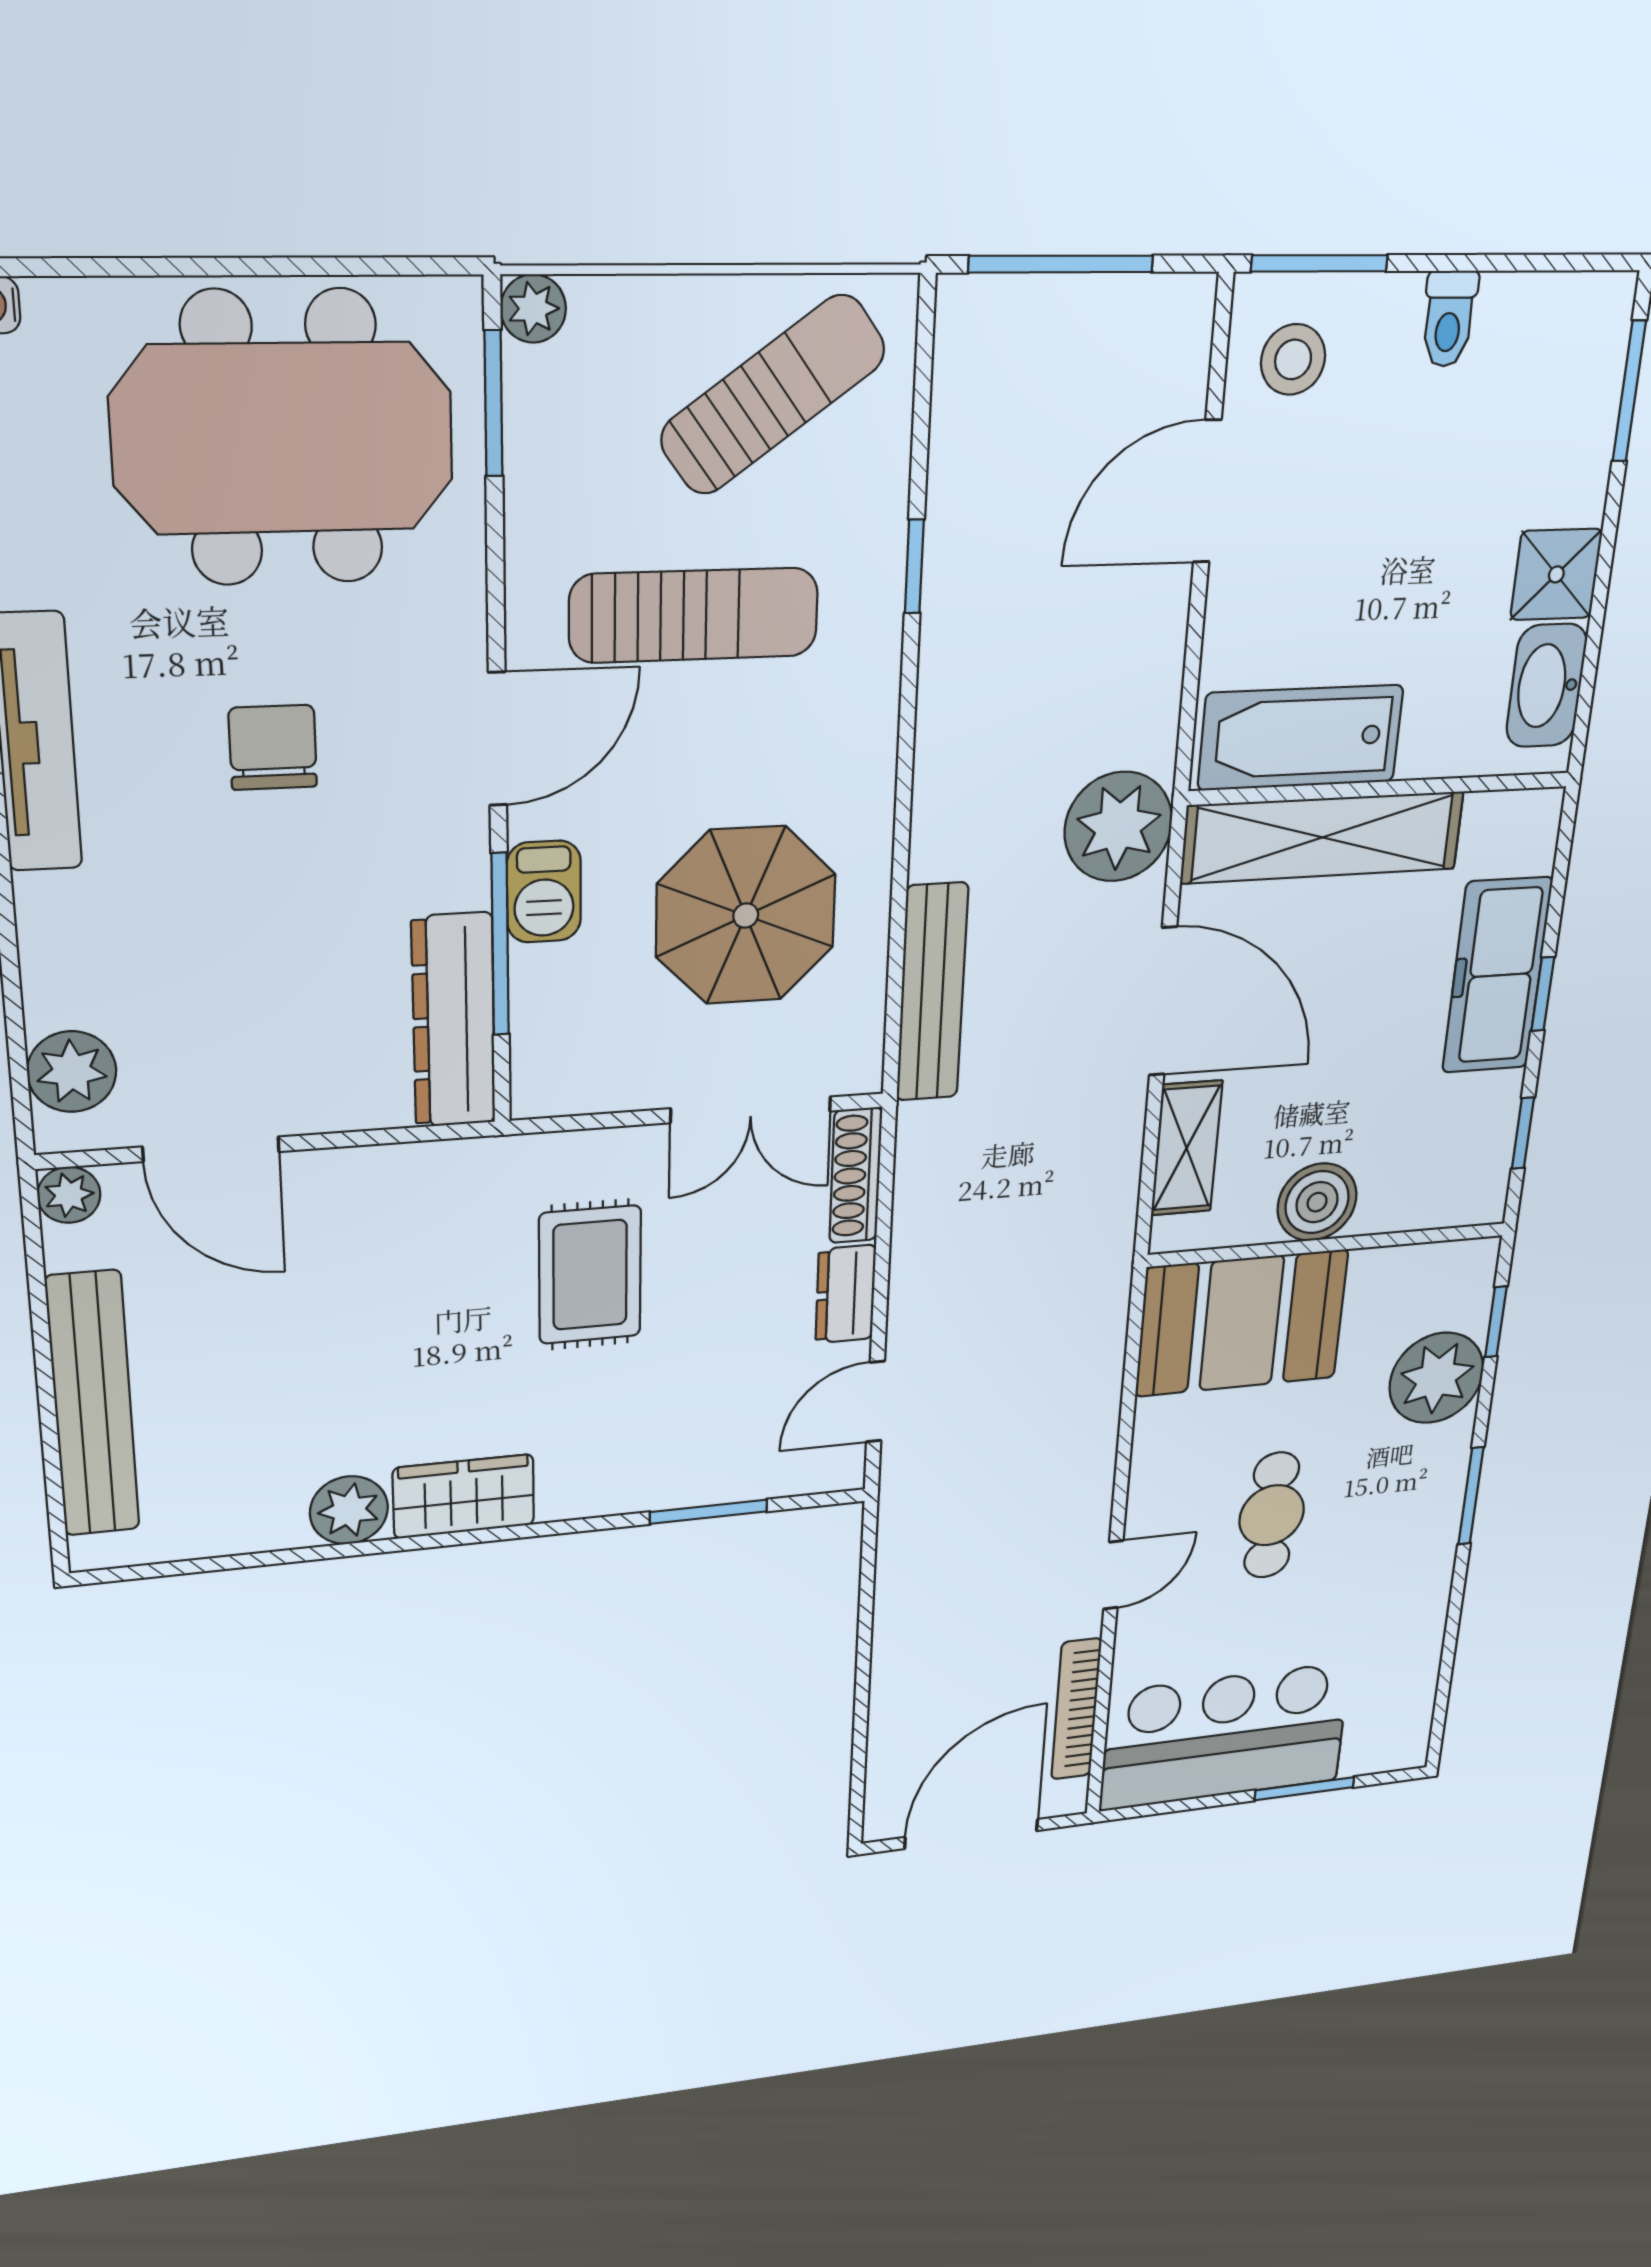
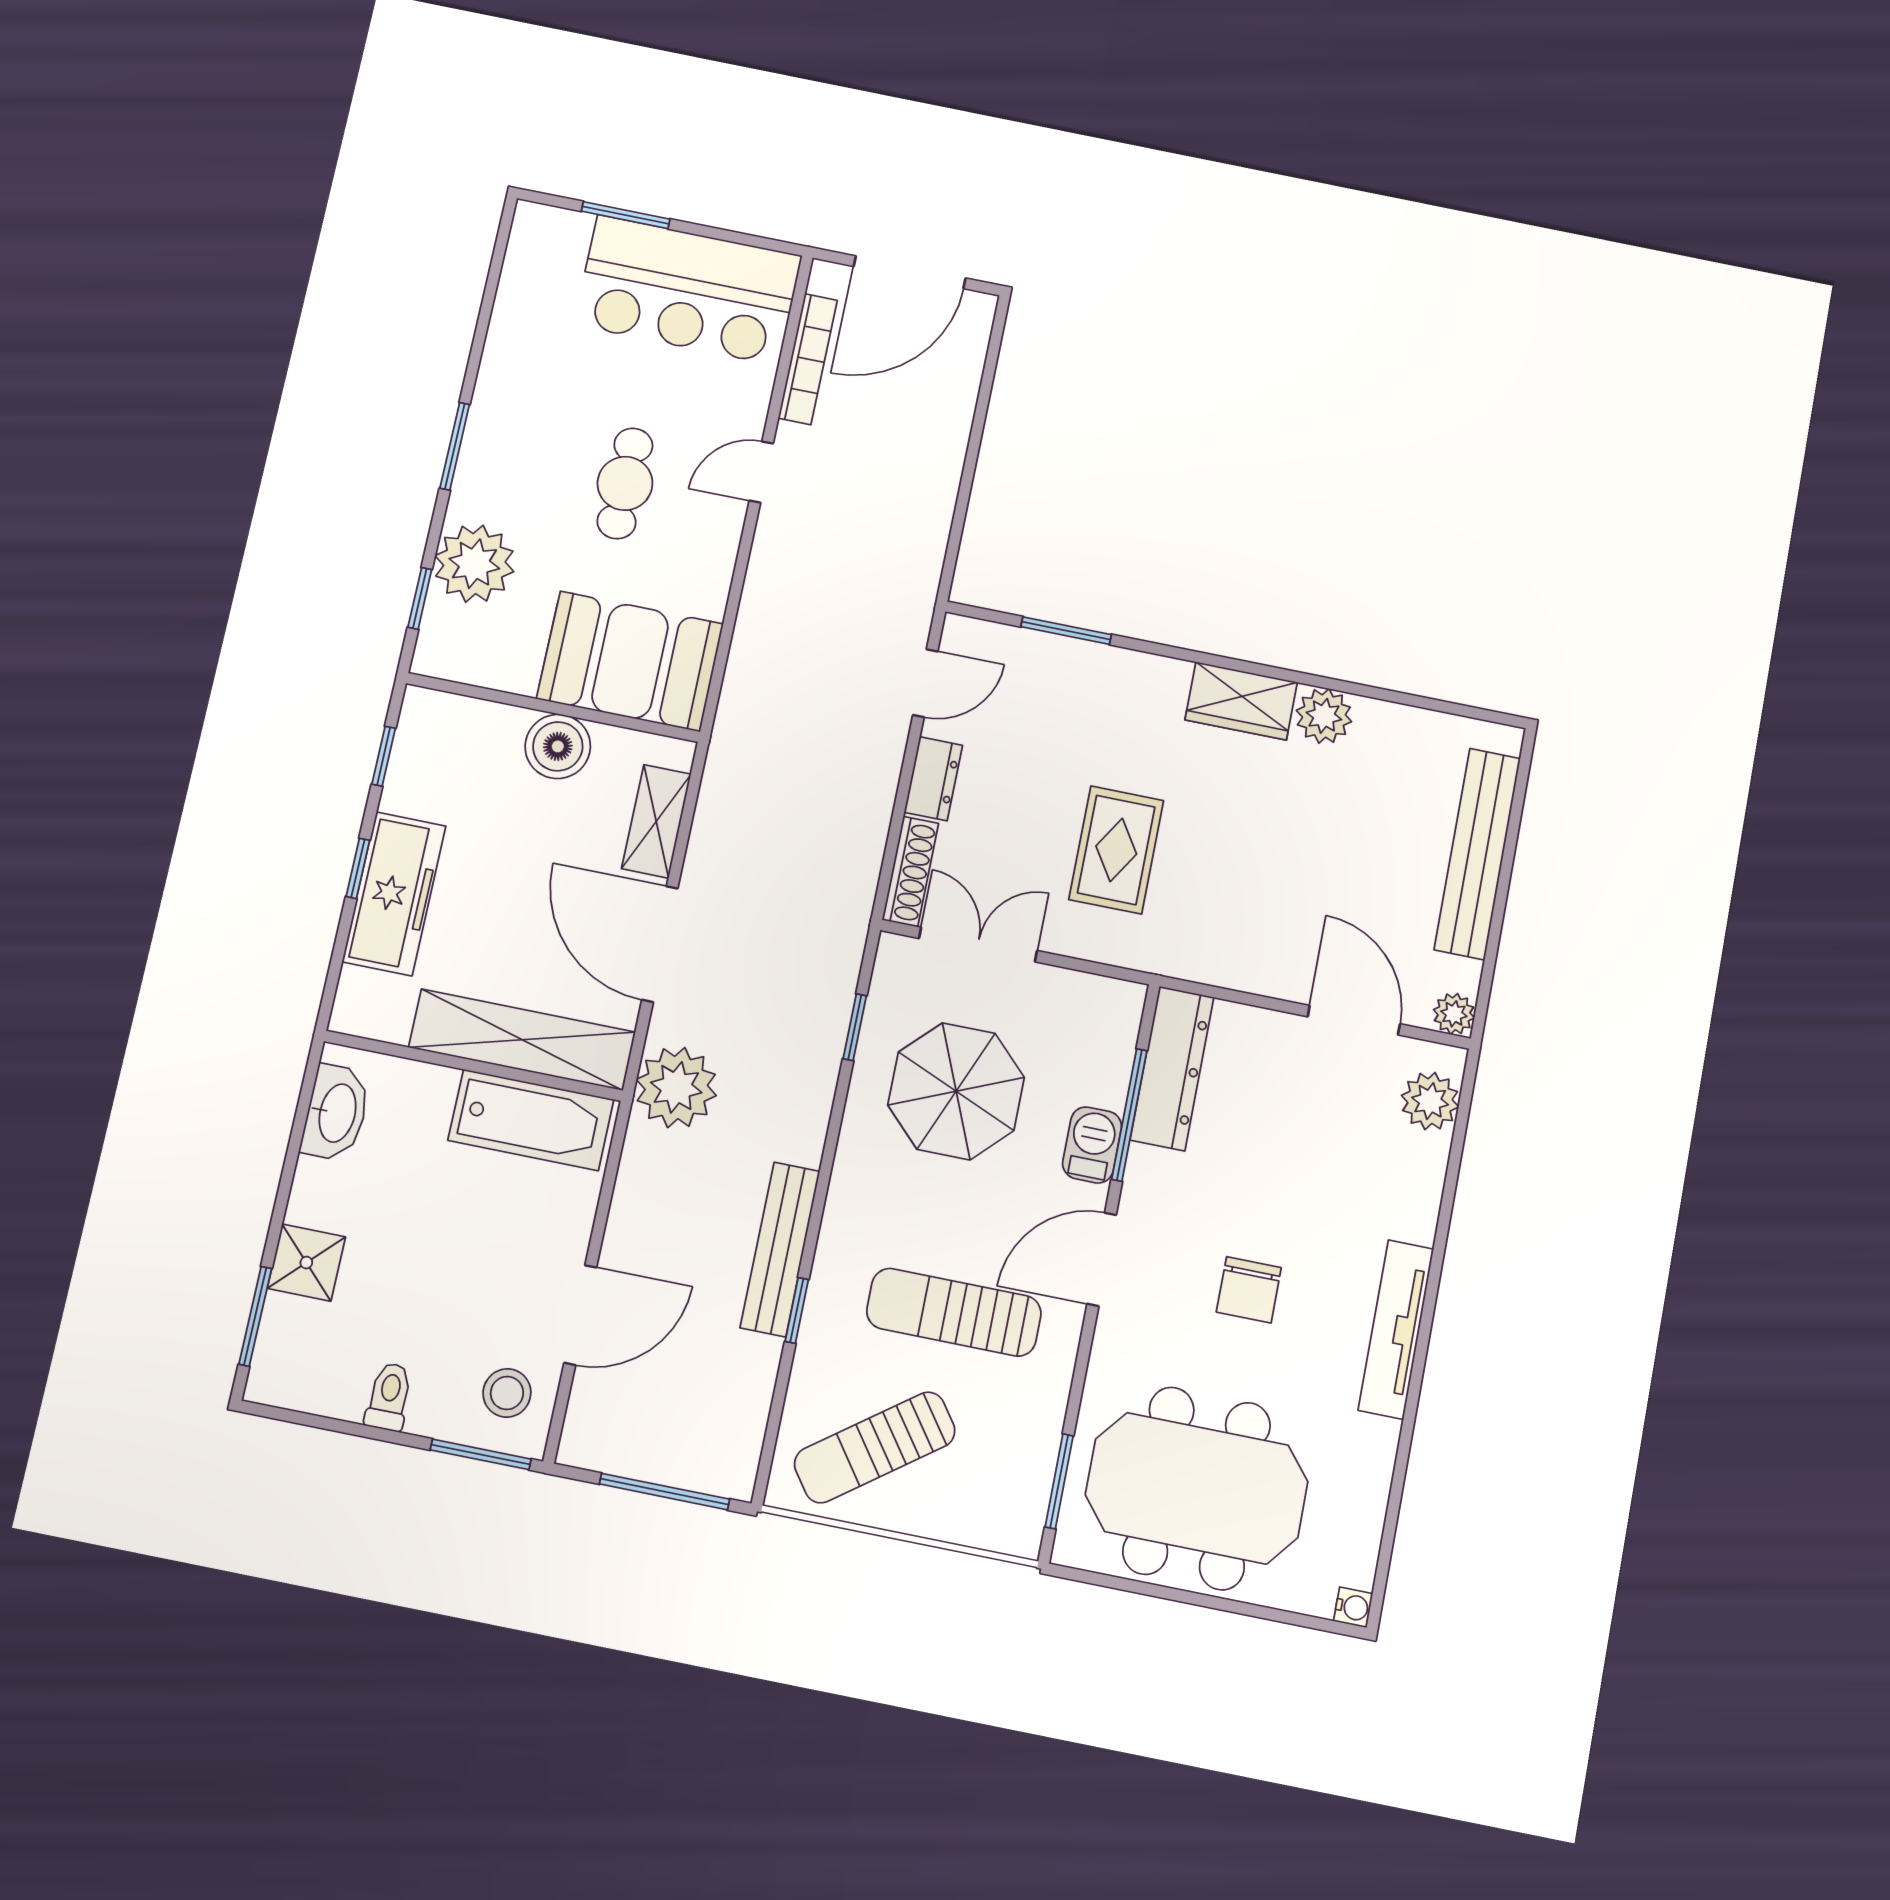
plant: (533, 309) -> (1022, 1536), removed
shower: (1556, 574) -> (306, 1263), moved
window: (896, 963) -> (855, 1027), added
bench: (932, 993) -> (780, 1249), moved

